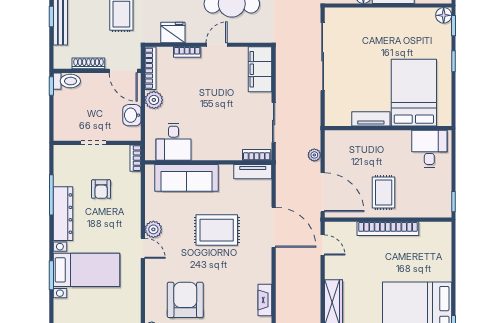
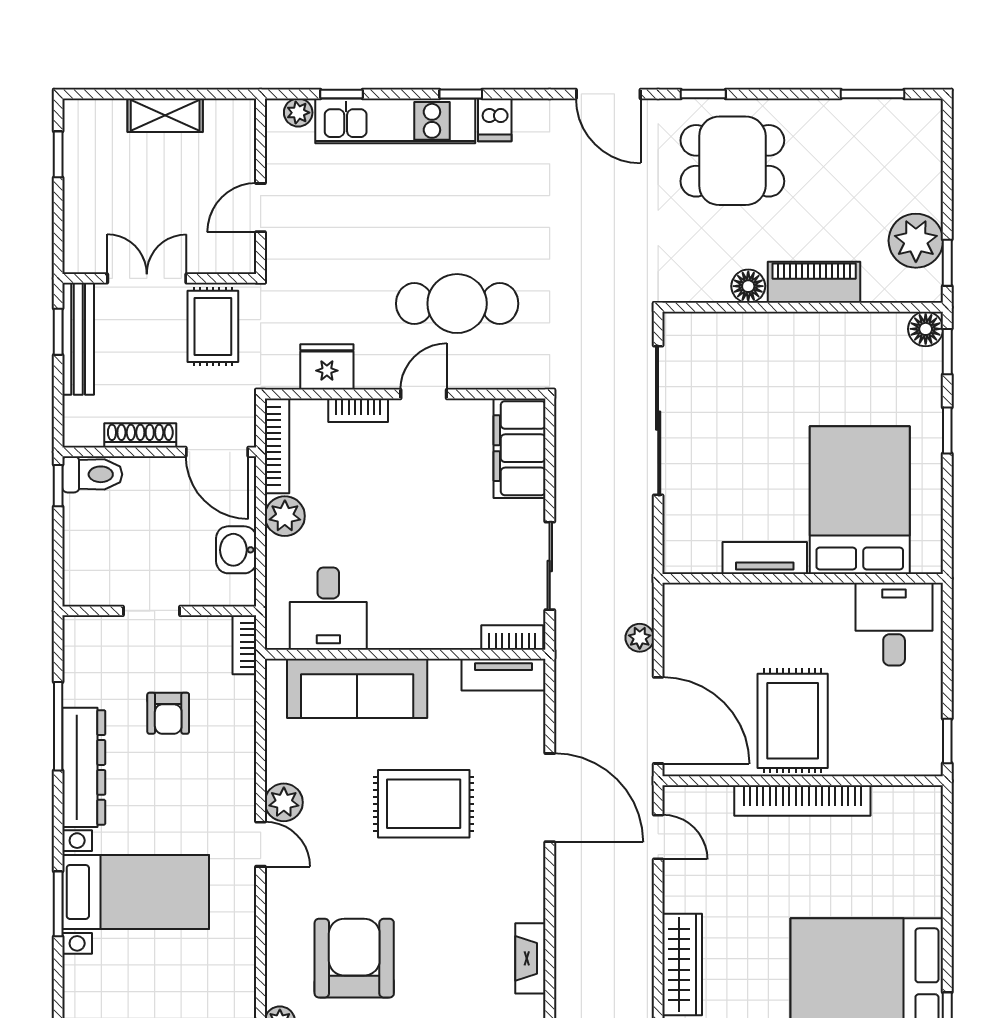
rug: (384, 193) -> (793, 721), width x1.36, depth x1.43

